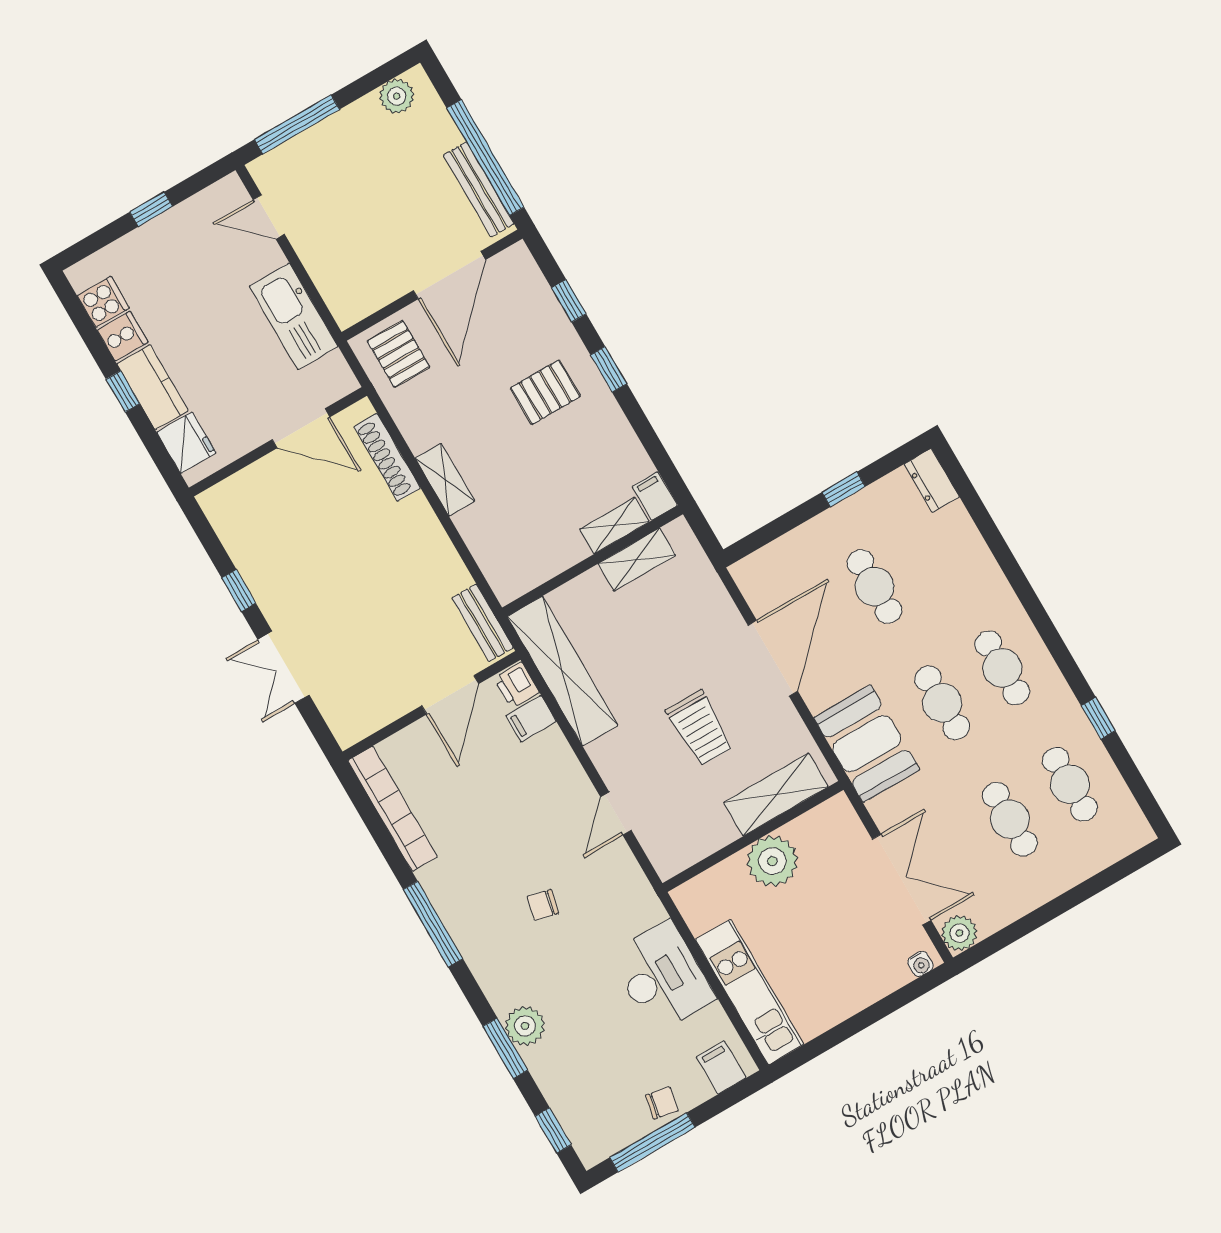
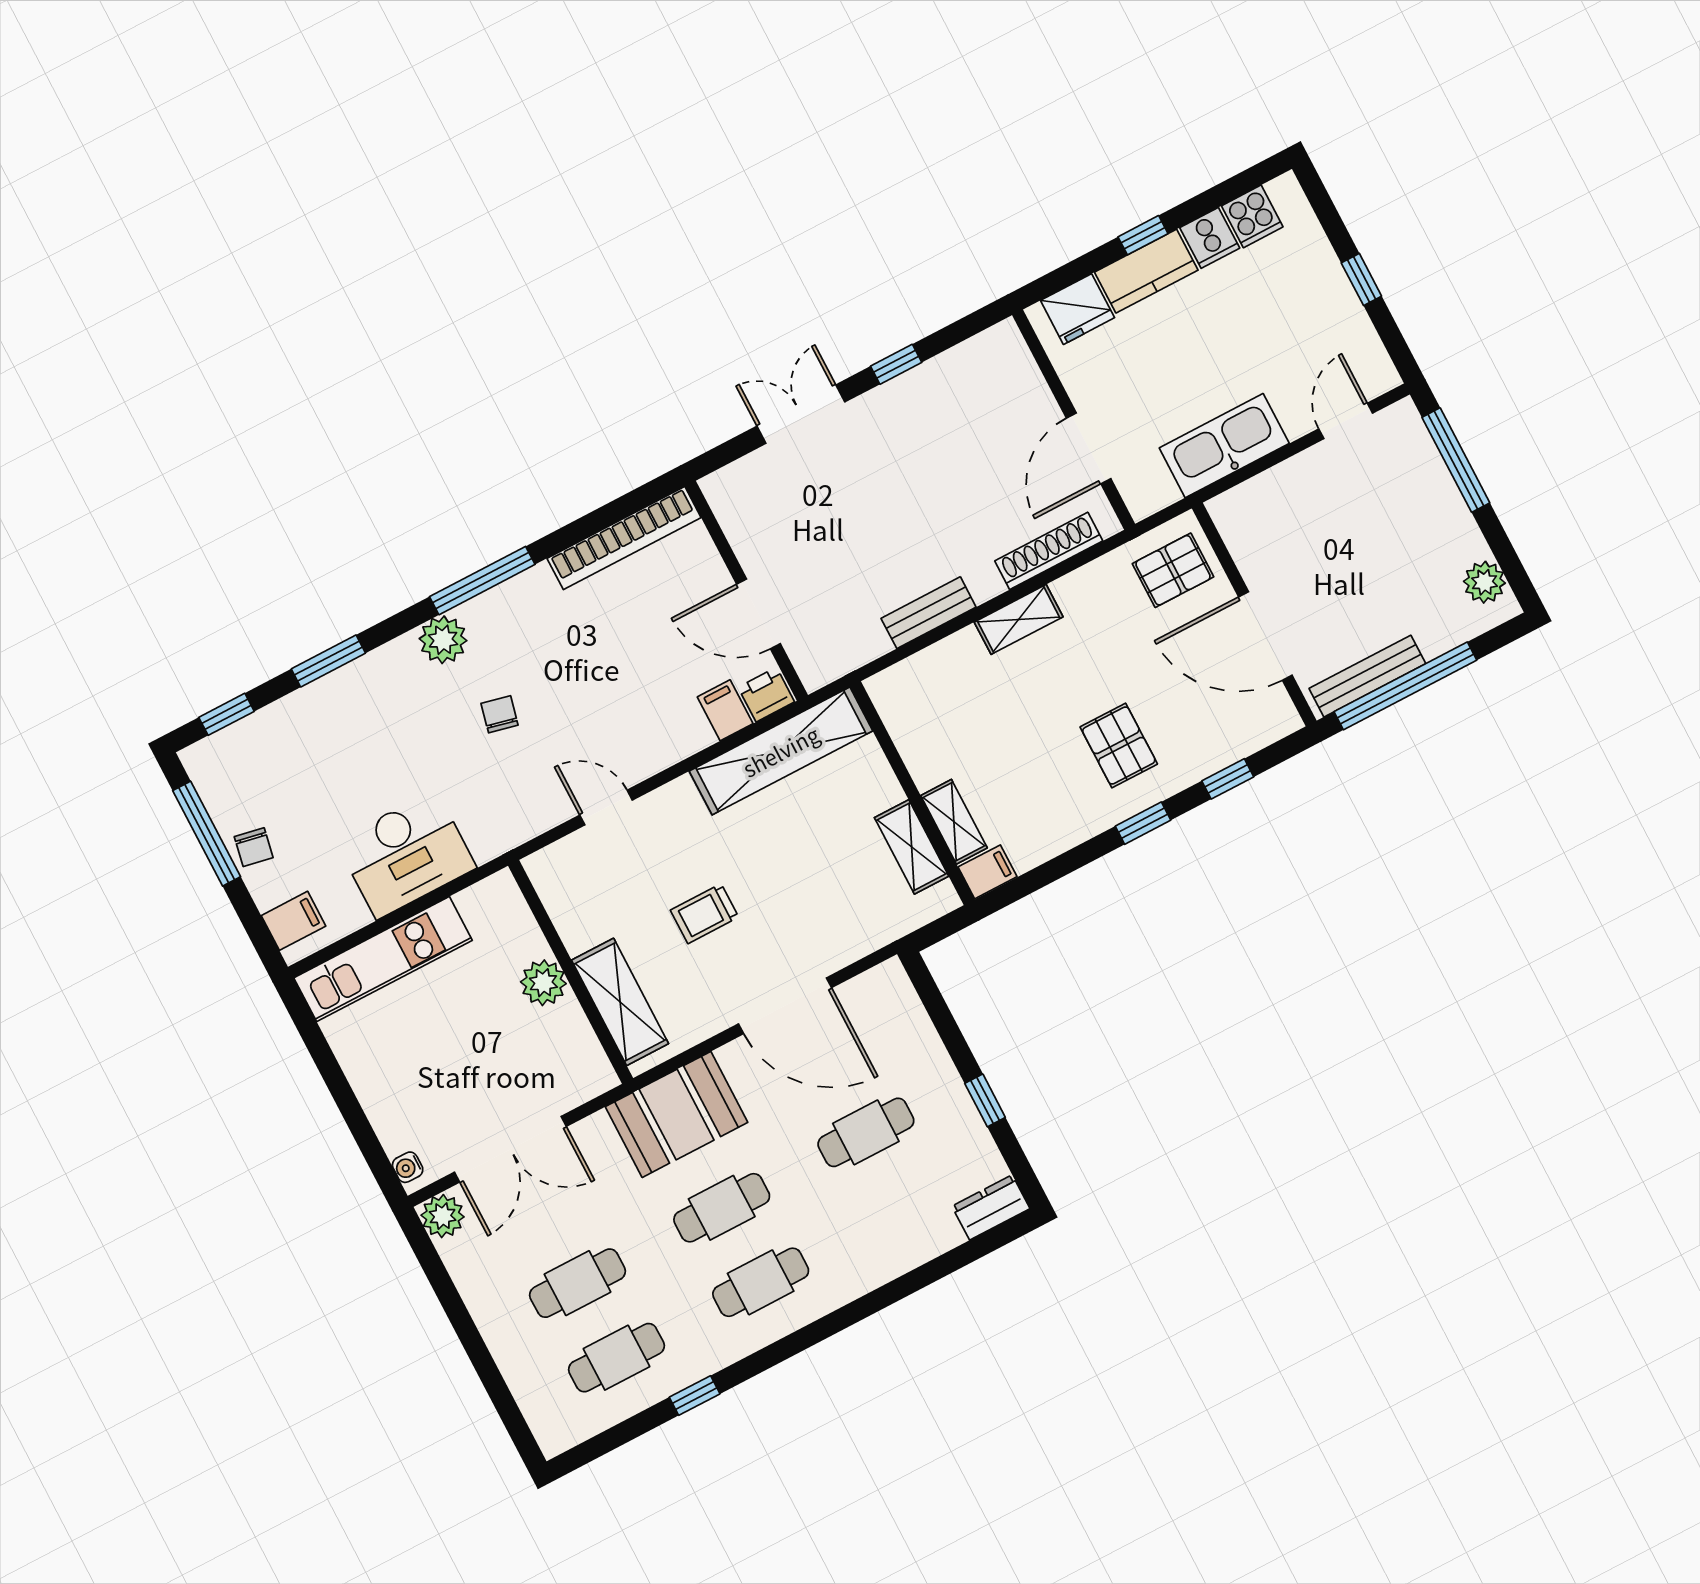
bench: (483, 623) -> (929, 613), moved
trolley: (700, 728) -> (705, 914), width x0.73, depth x0.72
plant: (772, 861) -> (543, 983), width x0.73, depth x0.73
plant: (525, 1026) -> (443, 640), moved

